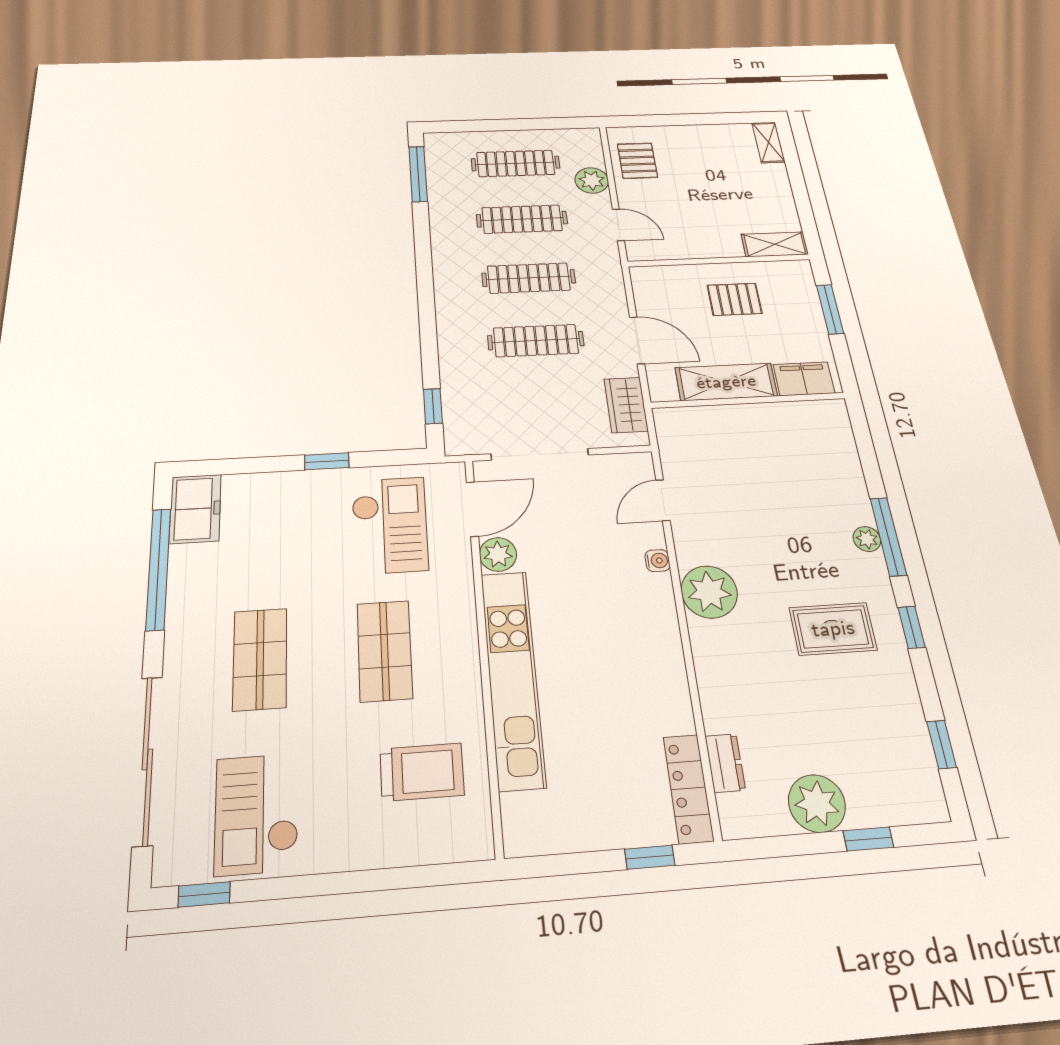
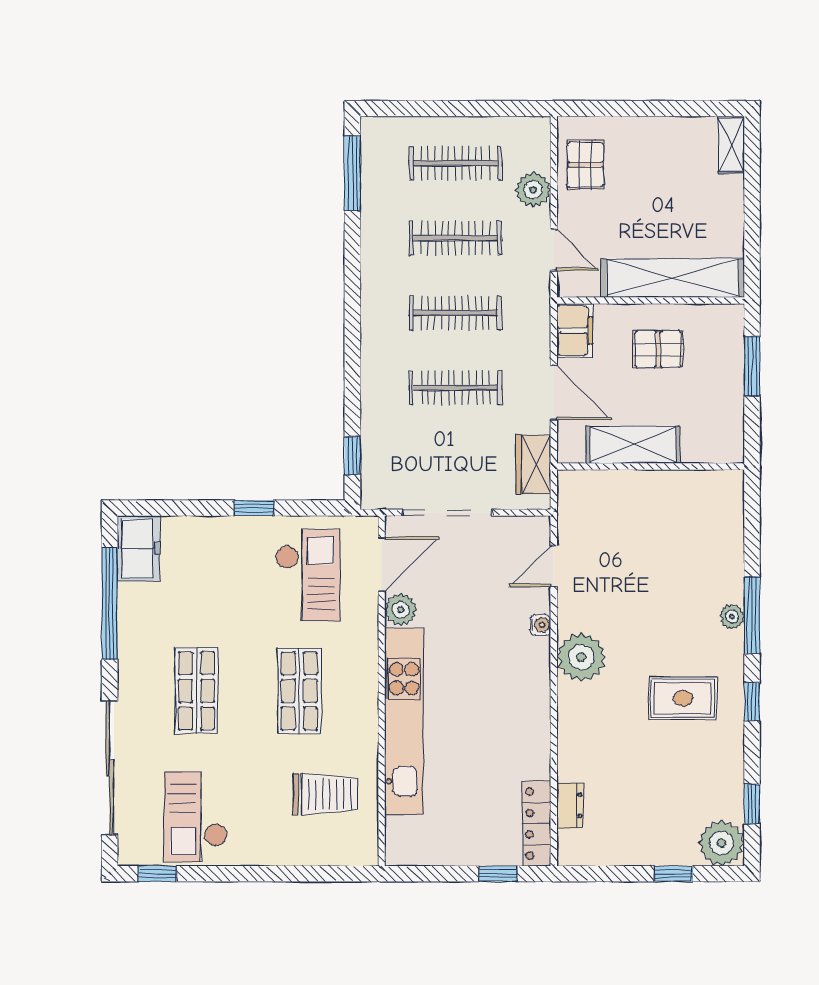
shelving: (775, 244) -> (673, 278), width x2.20, depth x1.33
filing cabinet: (804, 379) -> (575, 330), moved, turned 90
plant: (817, 803) -> (721, 843), moved

